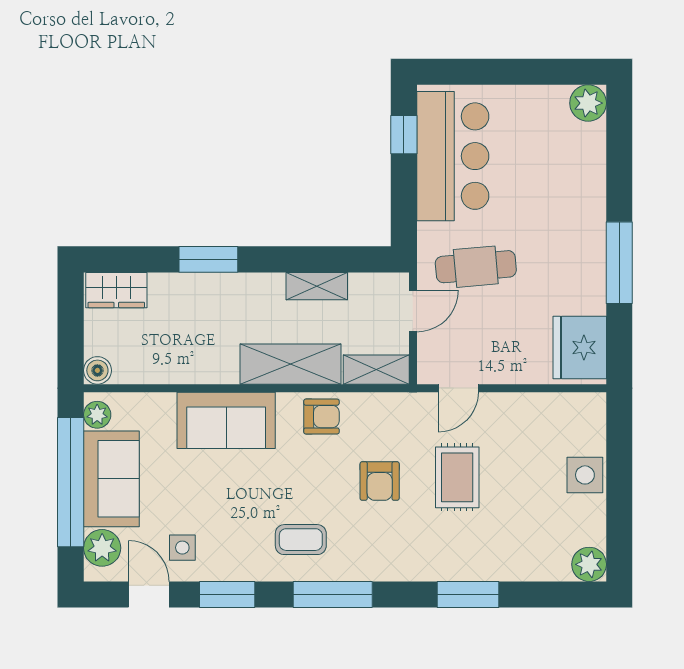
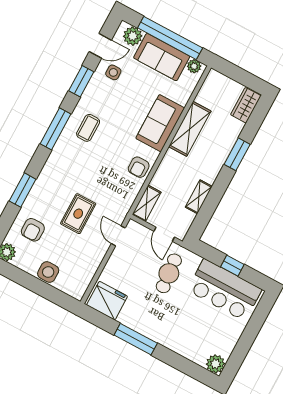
window: (404, 135) -> (232, 266), moved
shelving: (291, 364) -> (190, 129), moved
boiler: (97, 370) -> (214, 77), removed
rug: (457, 477) -> (78, 214), turned 90
armchair: (380, 481) -> (33, 230), moved, turned -90

